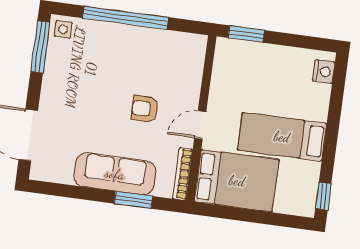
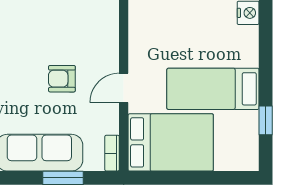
bookcase: (183, 174) -> (112, 153), width x0.64
window: (323, 196) -> (266, 120), moved

